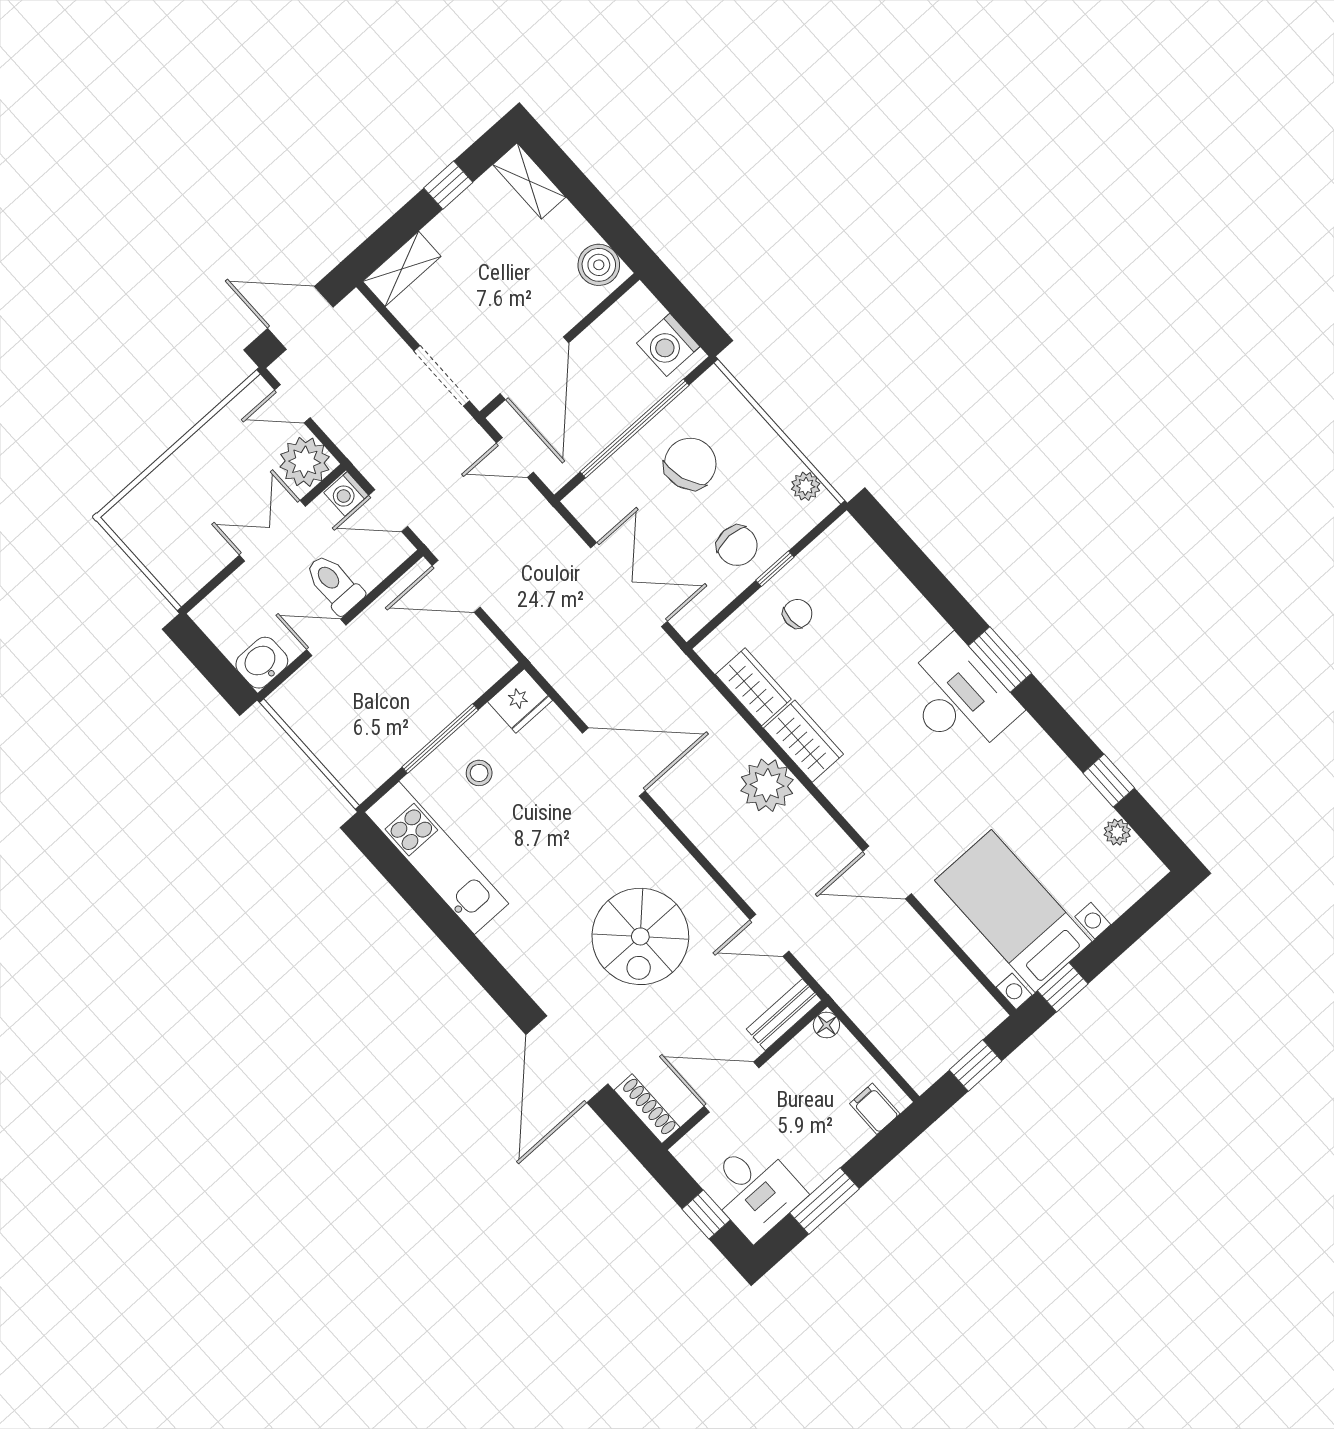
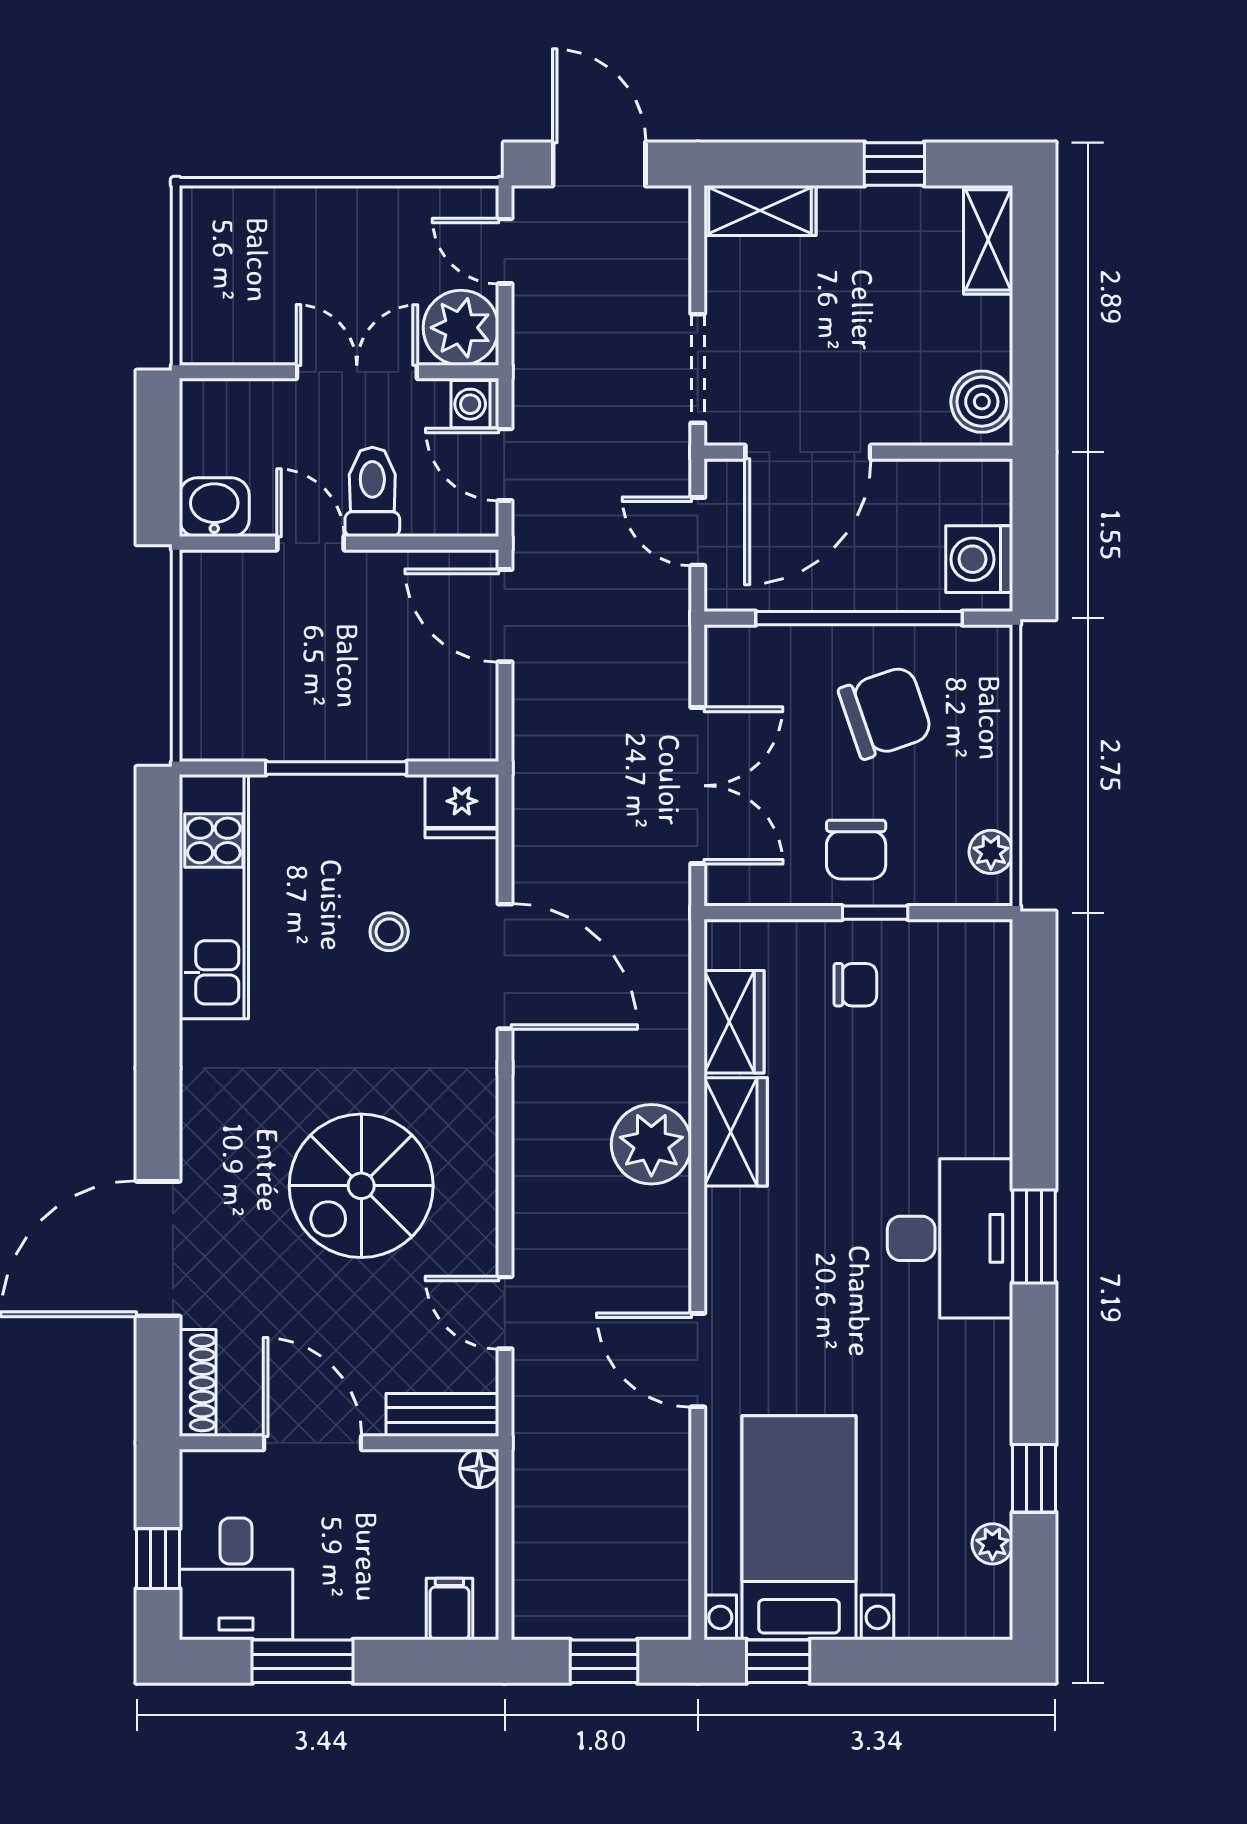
stool: (479, 773) -> (389, 932), moved

